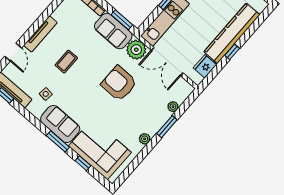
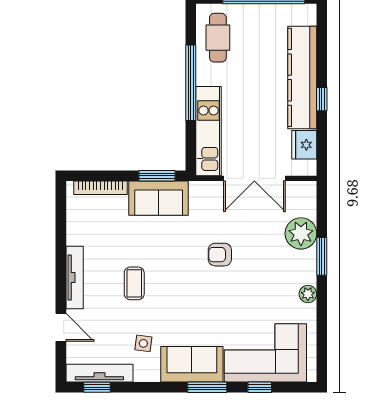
plant: (136, 50) -> (205, 196), removed
armchair: (119, 83) -> (220, 255), width x0.53, depth x0.53
plant: (173, 107) -> (301, 233), width x1.87, depth x1.87

